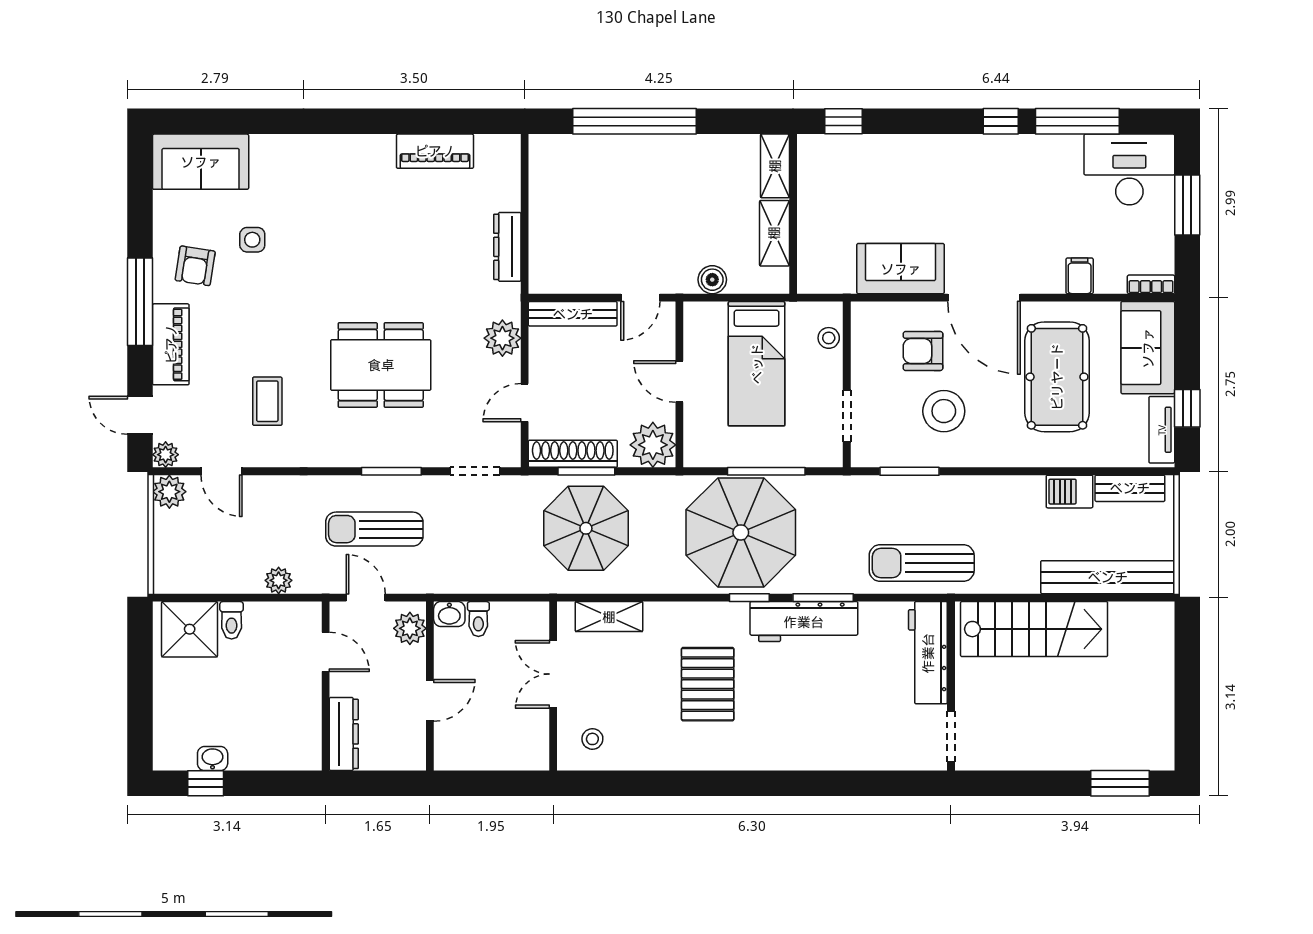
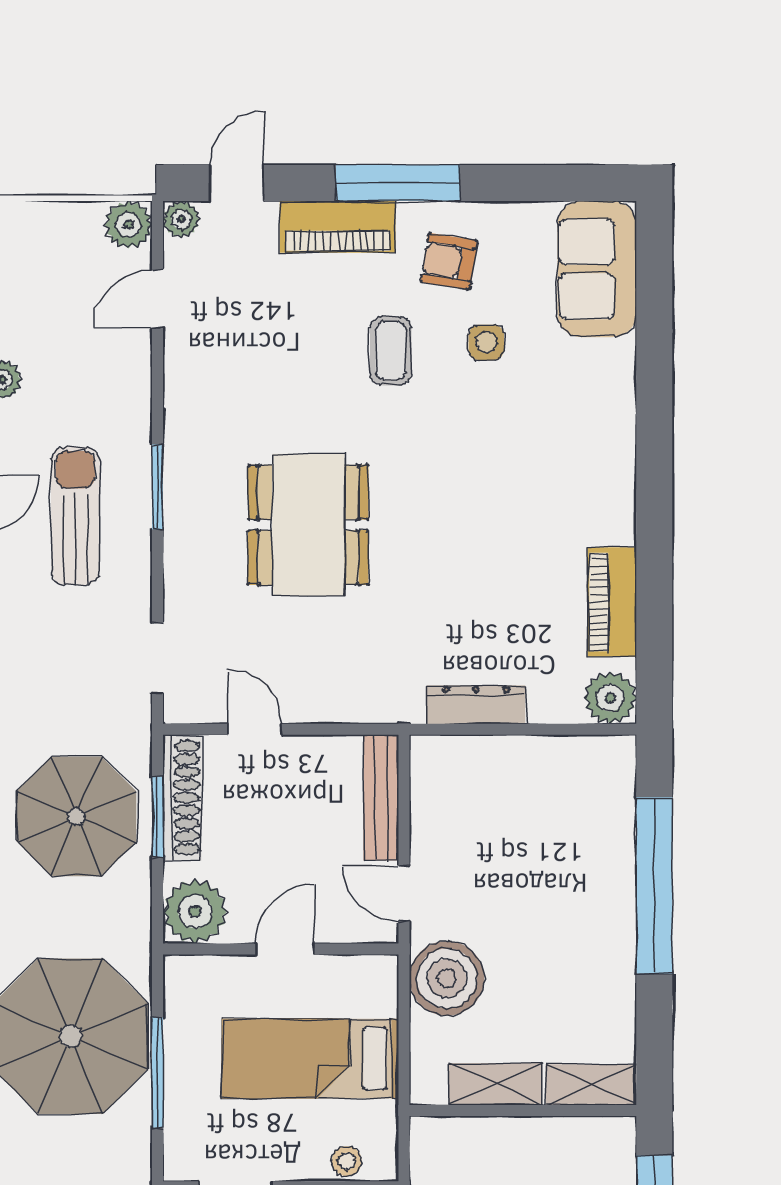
boiler: (712, 280) -> (447, 978), width x1.86, depth x1.86
plant: (502, 338) -> (610, 698), moved
coffee table: (267, 401) -> (391, 351), moved, turned 90
window: (391, 471) -> (157, 487), moved

